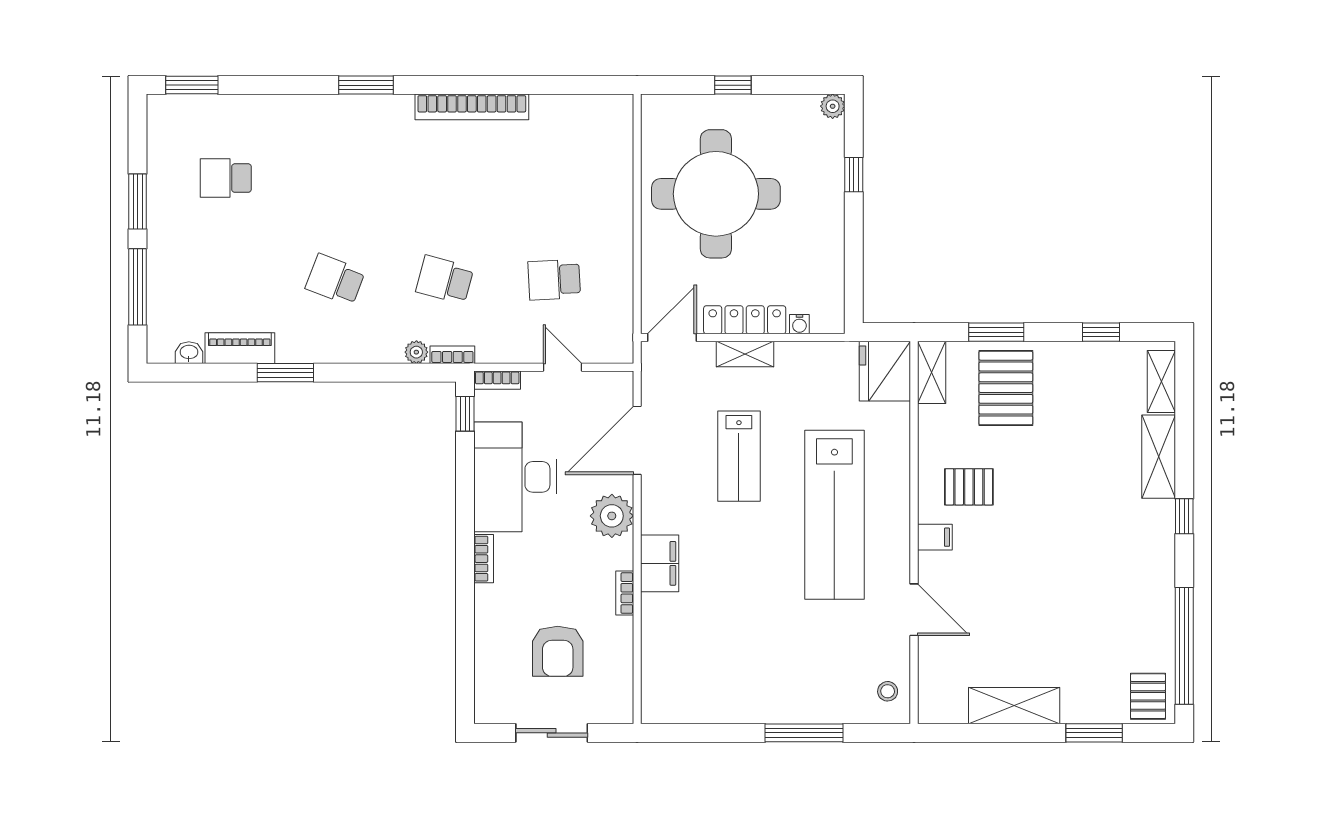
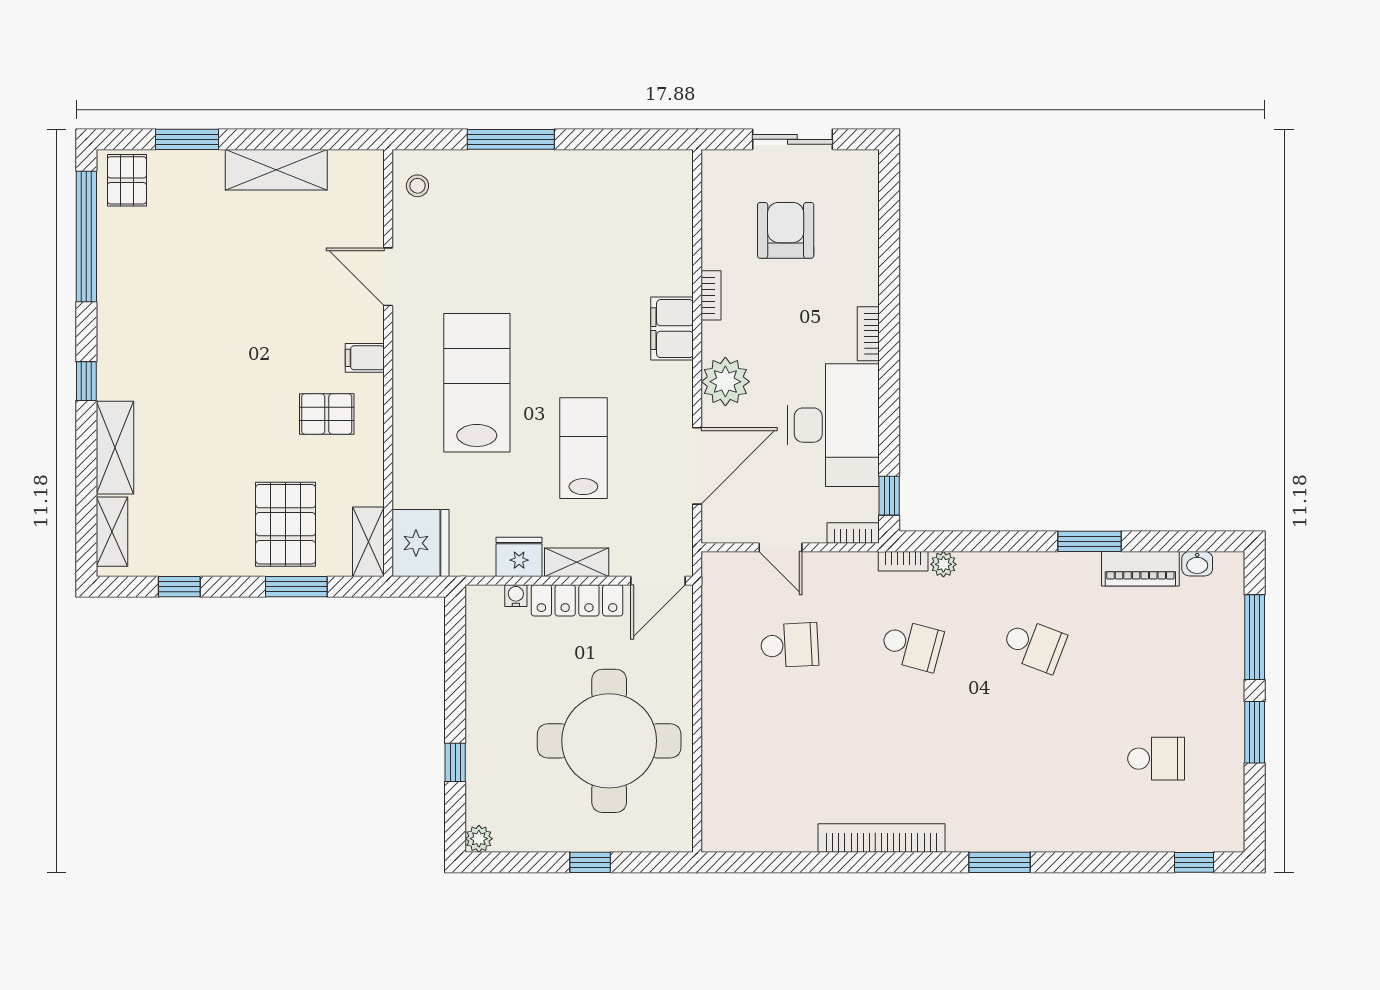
window: (192, 85) -> (1194, 862), width x0.67
fridge: (797, 359) -> (519, 557), added
lab bench: (834, 515) -> (477, 383), width x0.73

